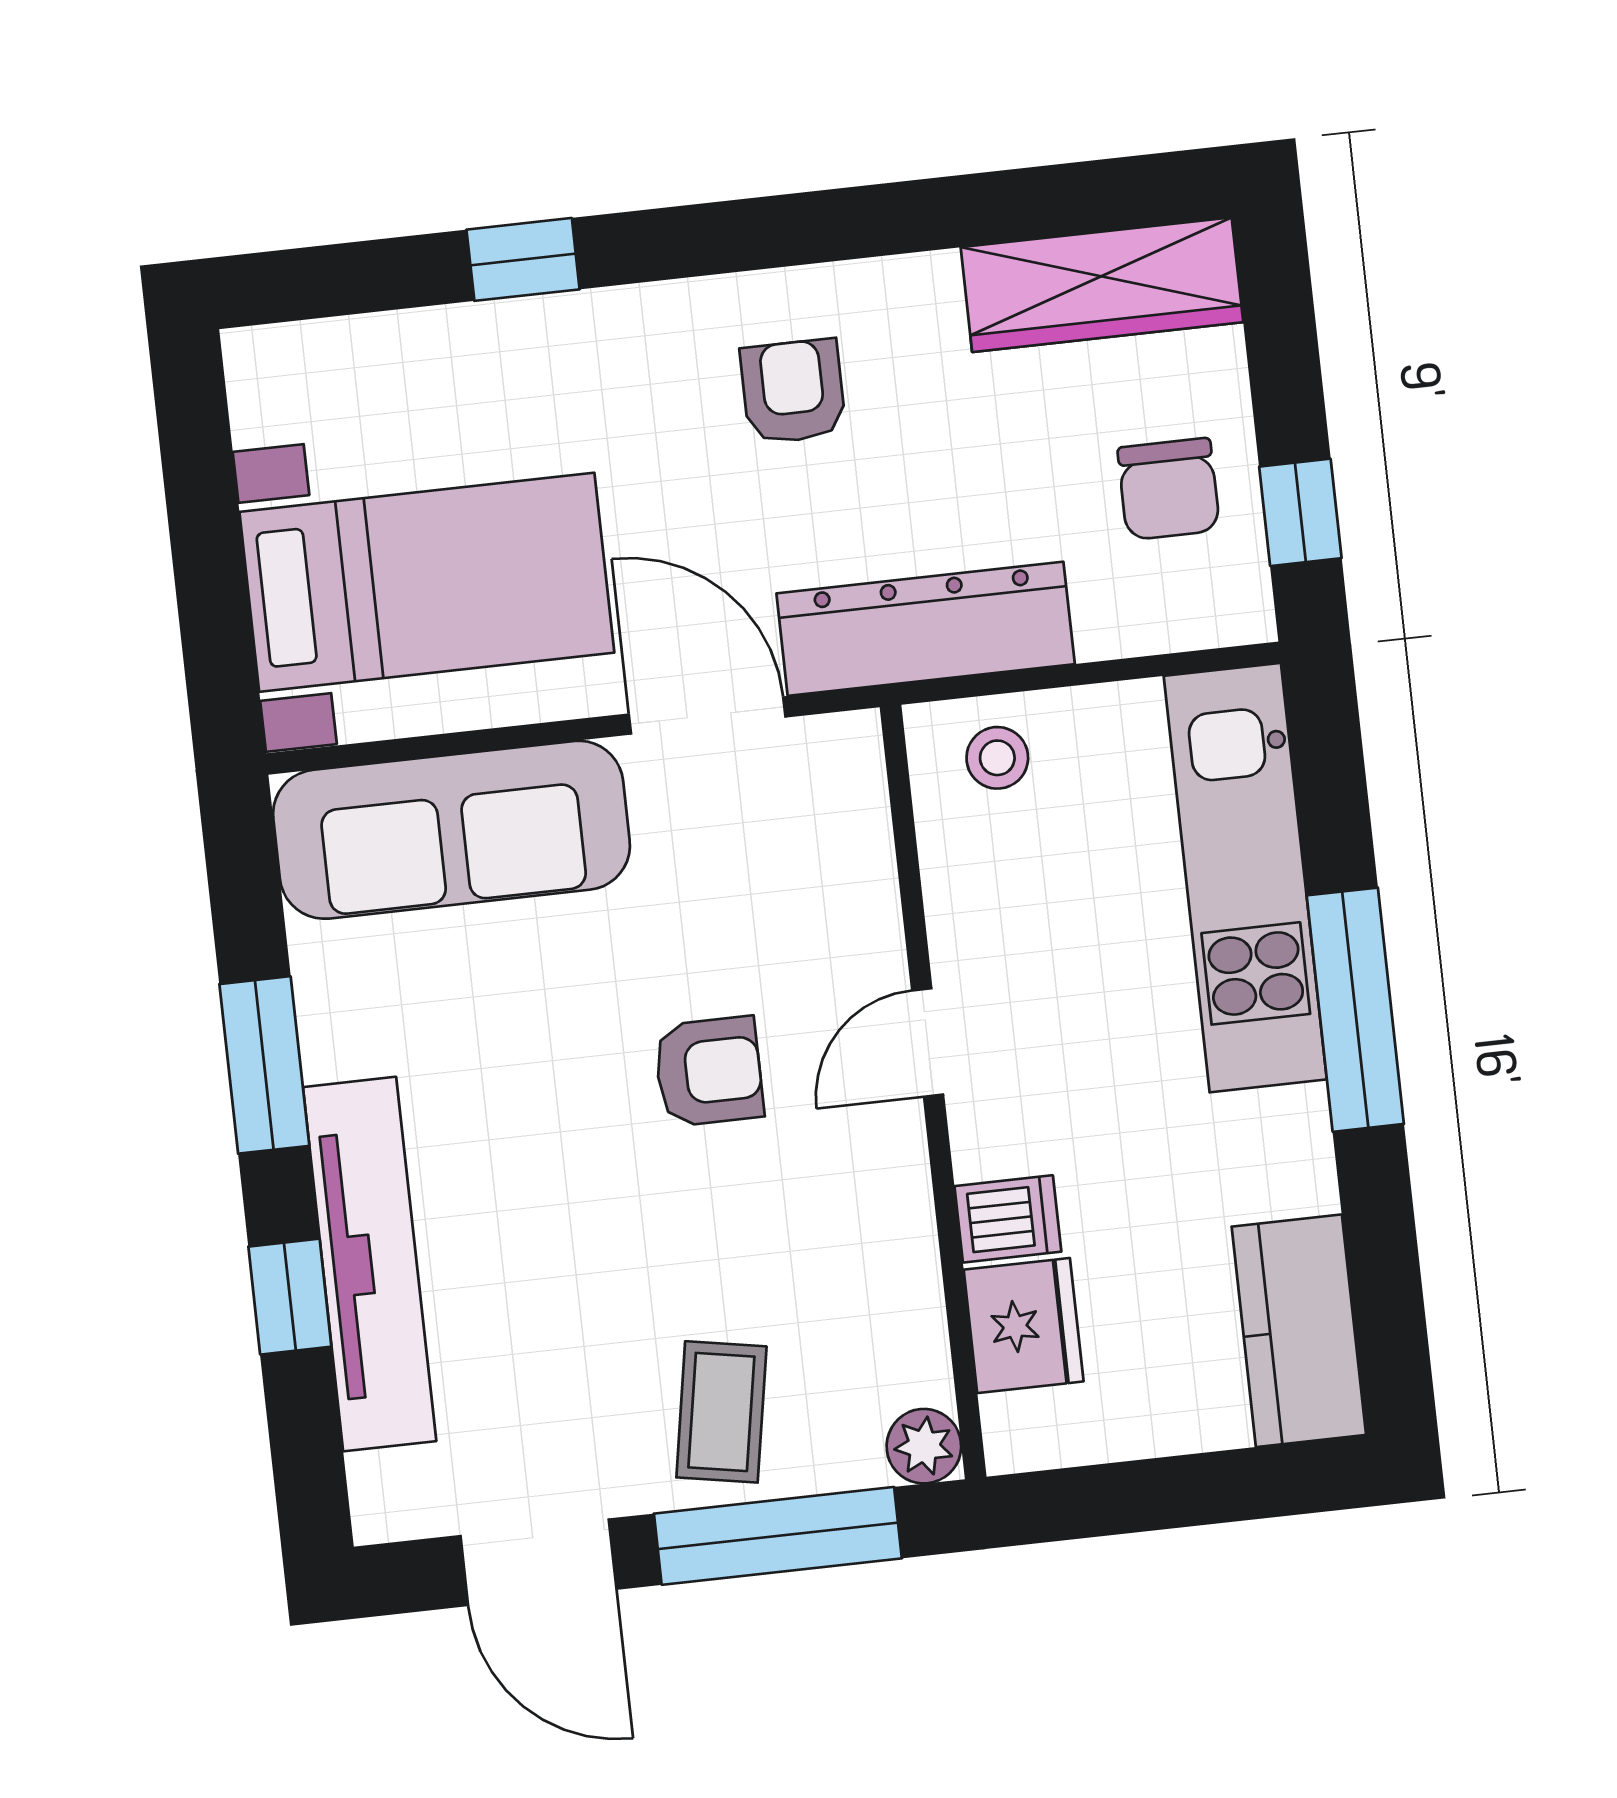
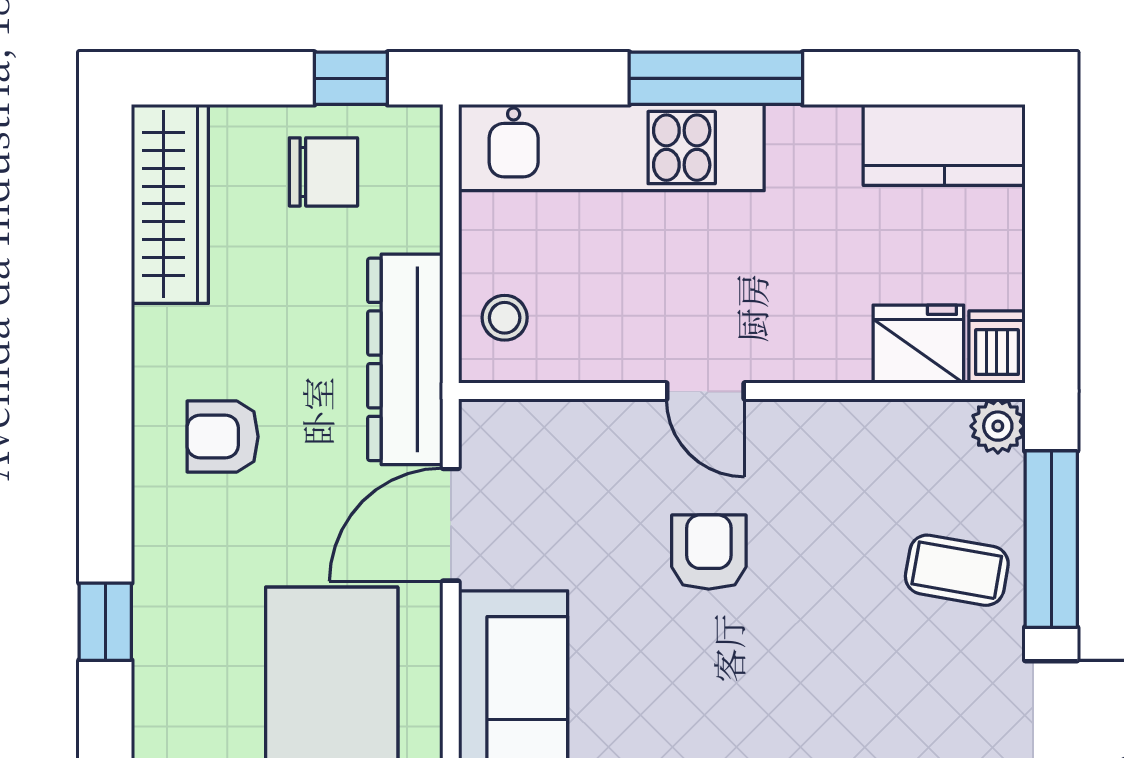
dishwasher: (1008, 1219) -> (997, 347), moved

